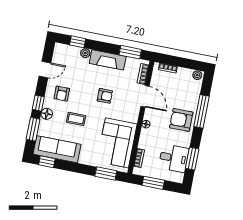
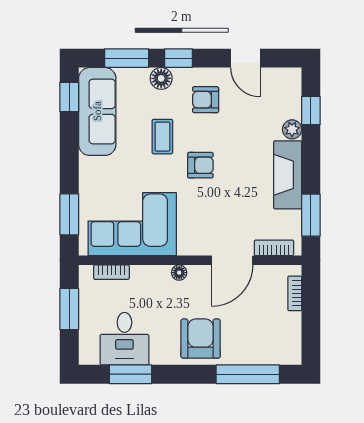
plant: (197, 75) -> (292, 352), removed
armchair: (105, 96) -> (200, 165), moved, turned -90
window: (202, 111) -> (248, 374), moved

